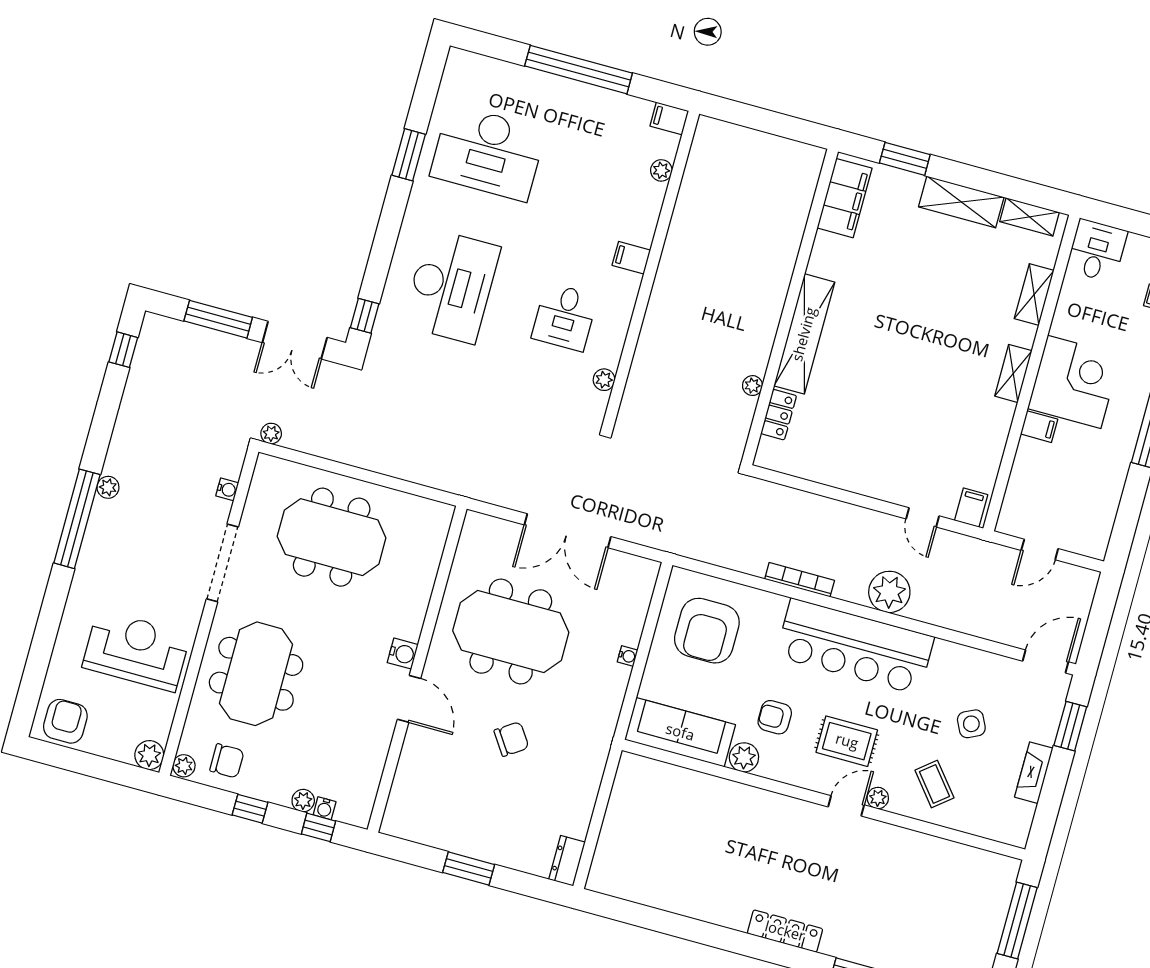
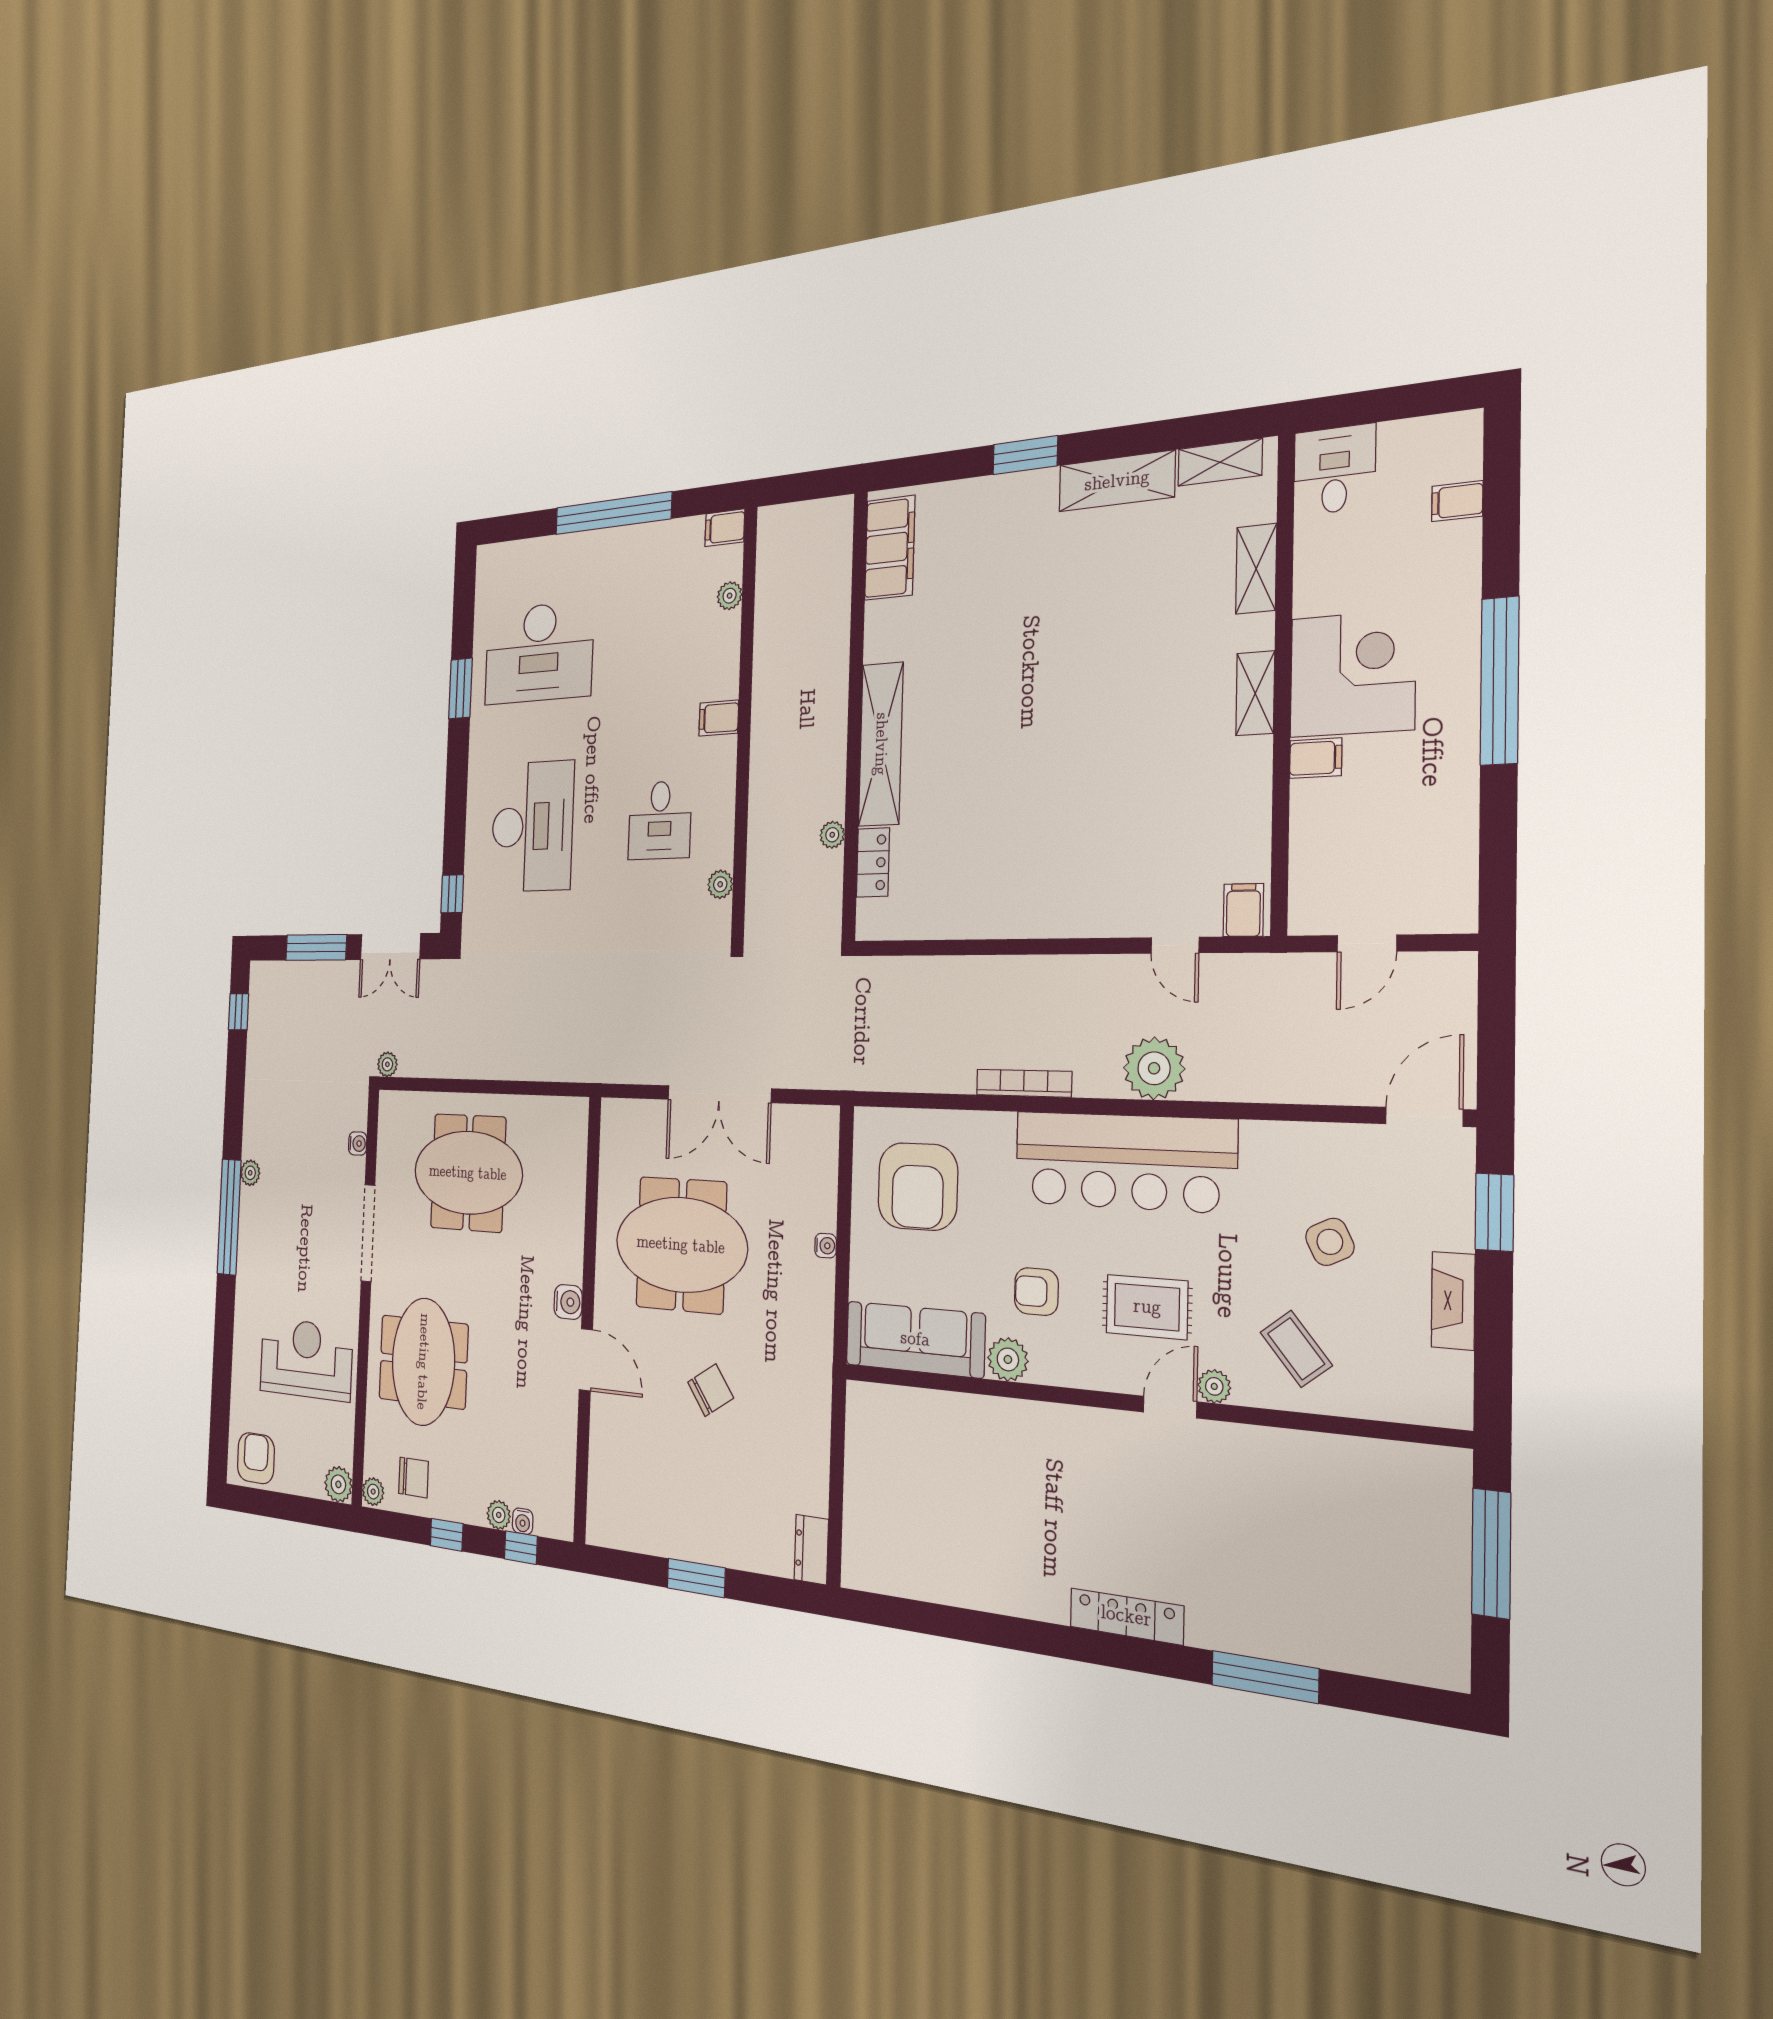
filing cabinet: (845, 198) -> (890, 548), moved
wall: (790, 307) -> (855, 715), moved
shelving: (804, 334) -> (881, 744), moved
plant: (752, 386) -> (832, 835), moved
locker: (779, 415) -> (873, 862), moved

